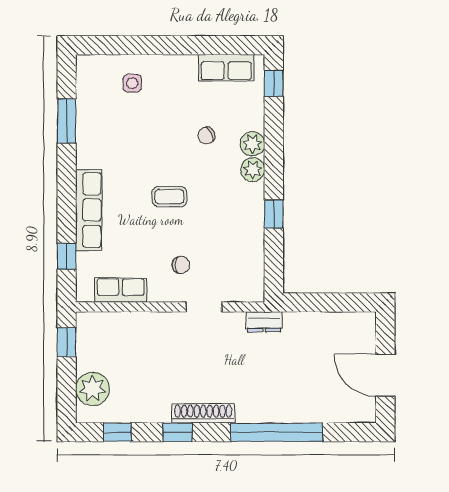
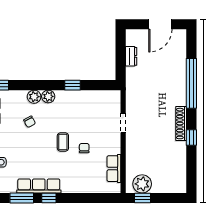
row of seats: (89, 210) -> (39, 186), moved
window: (67, 256) -> (49, 198), moved
chair: (181, 265) -> (84, 148), moved
dresser: (264, 322) -> (131, 56), moved
plant: (93, 389) -> (142, 184), moved
window: (117, 432) -> (191, 170), removed

